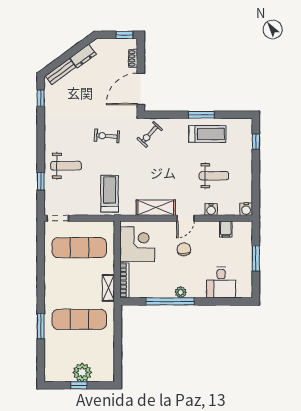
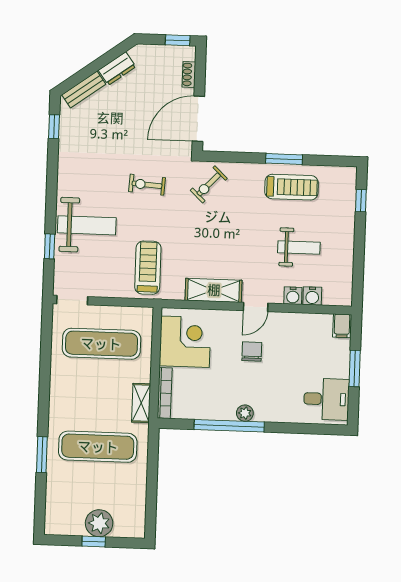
weight bench: (66, 166) -> (87, 225), width x1.36, depth x1.33
water cooler: (246, 209) -> (312, 296), moved
filing cabinet: (226, 229) -> (342, 326), moved
desk: (221, 283) -> (326, 399), moved, turned -90

